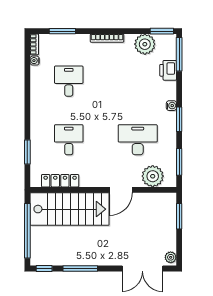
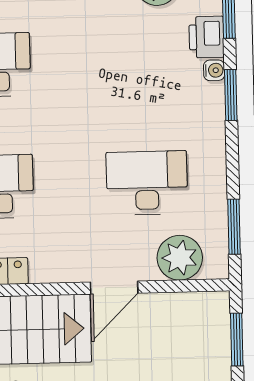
water cooler: (171, 106) -> (214, 70), moved
window: (179, 119) -> (231, 95), moved

